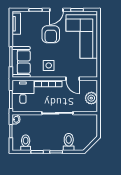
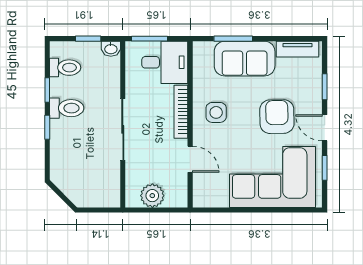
armchair: (51, 34) -> (277, 117), turned 89
sofa: (21, 62) -> (245, 59), moved
door: (73, 79) -> (190, 159), swing flipped
toilet: (69, 142) -> (67, 108), moved

